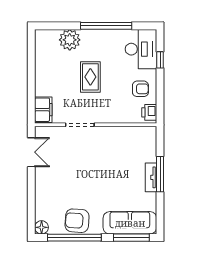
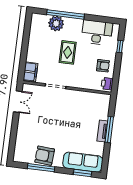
window: (106, 26) -> (66, 14), moved
desk: (141, 49) -> (97, 32), moved, turned -90
floor lamp: (42, 227) -> (18, 157), removed
window: (74, 238) -> (41, 168), width x0.68
window: (131, 238) -> (83, 173), width x0.69

